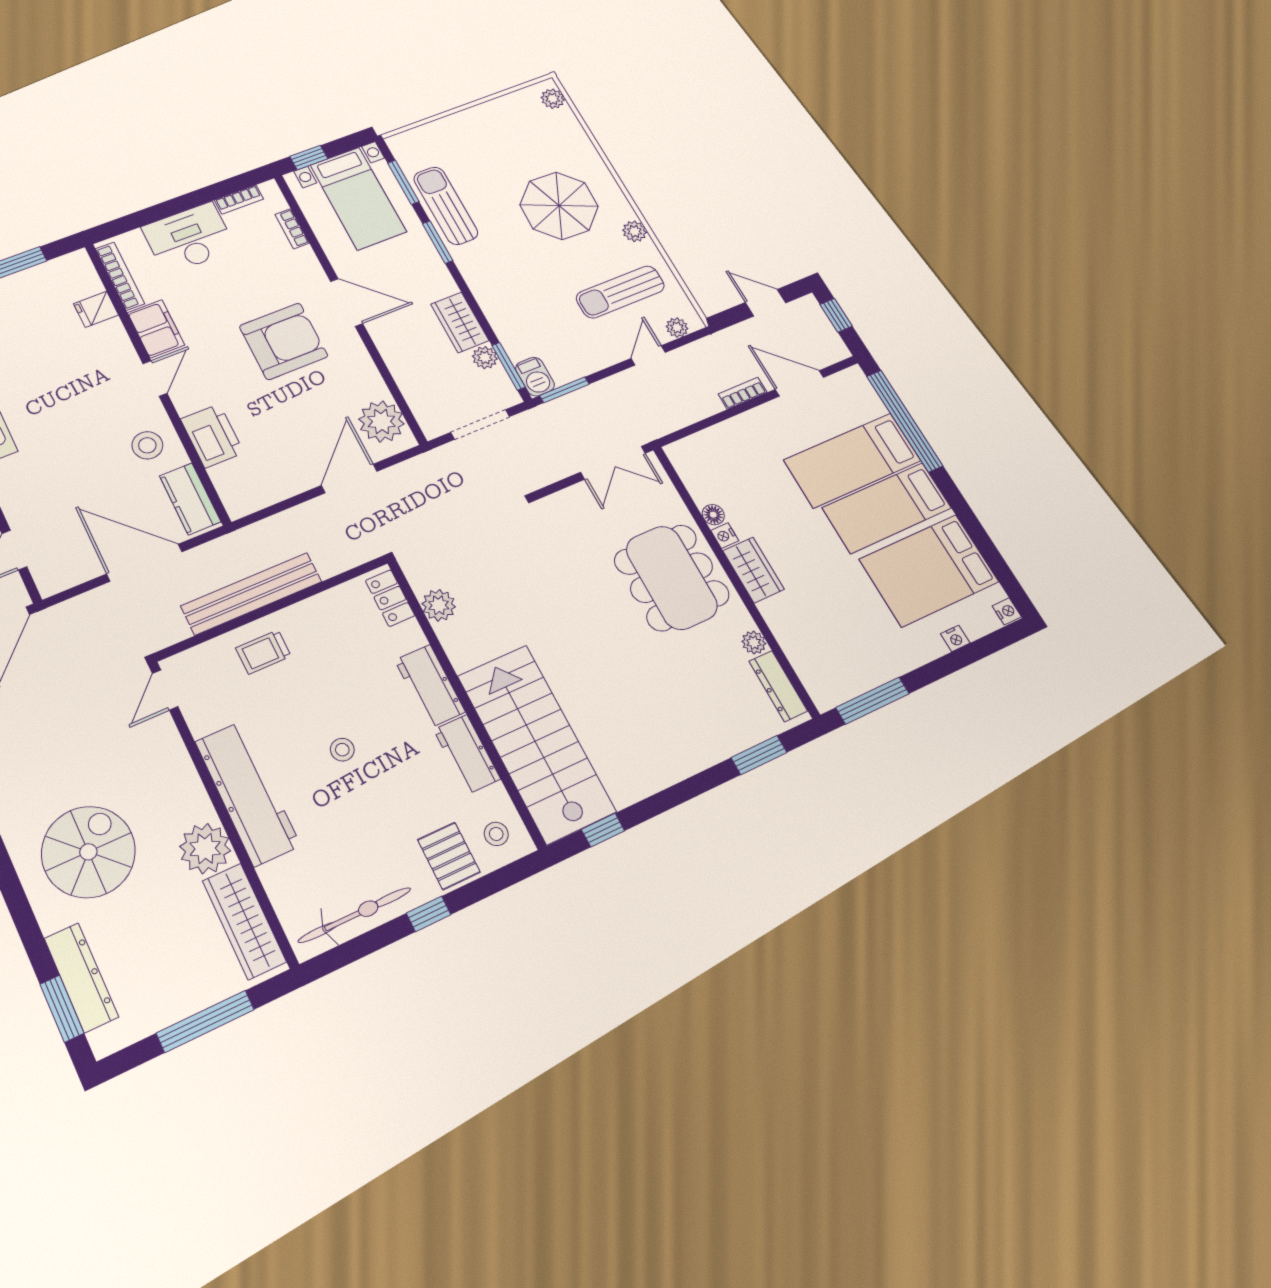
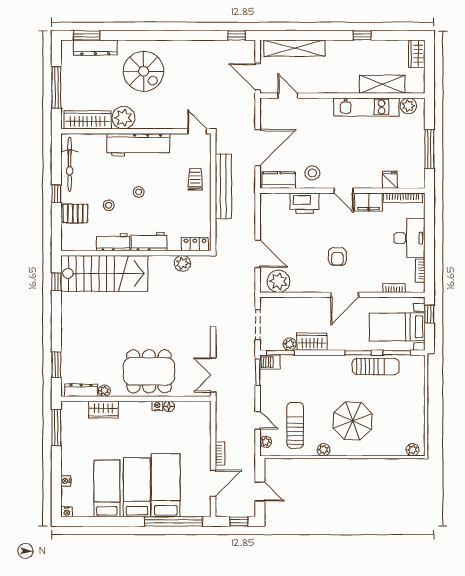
door: (766, 303) -> (260, 491), hinge flipped
armchair: (284, 341) -> (337, 257), width x0.53, depth x0.53
wardrobe: (753, 570) -> (103, 410), moved
bed: (929, 571) -> (107, 488), width x0.67
stool: (496, 834) -> (109, 205), moved

